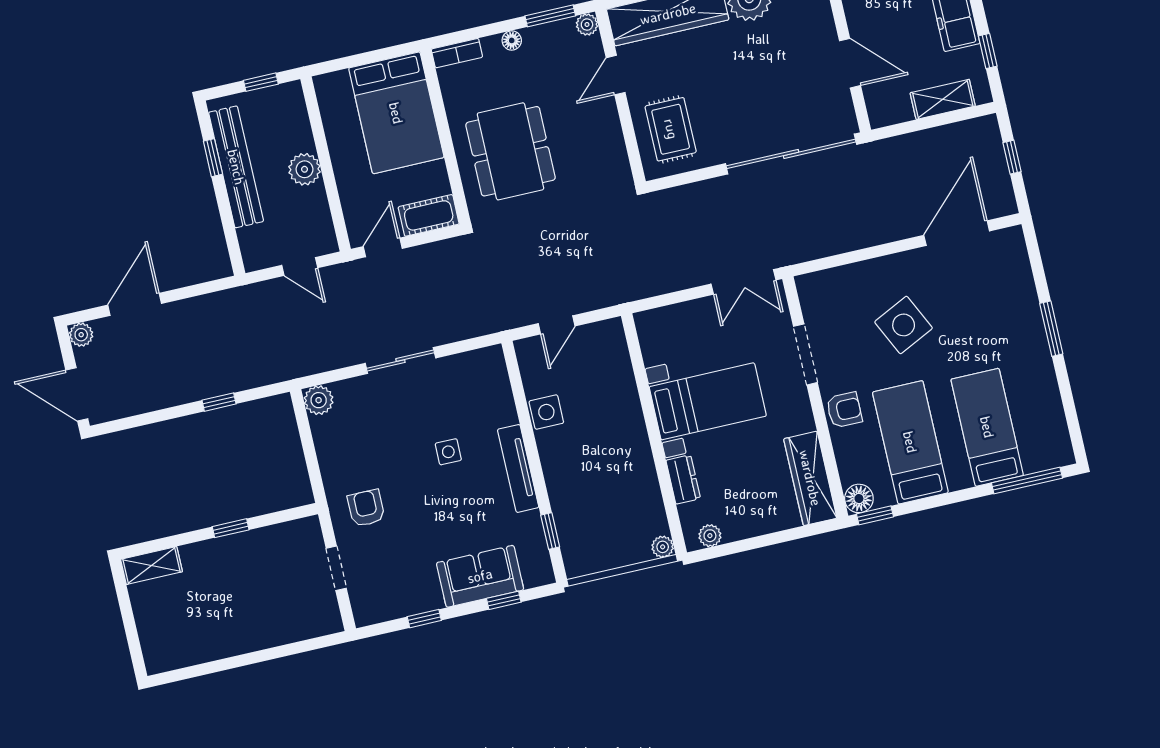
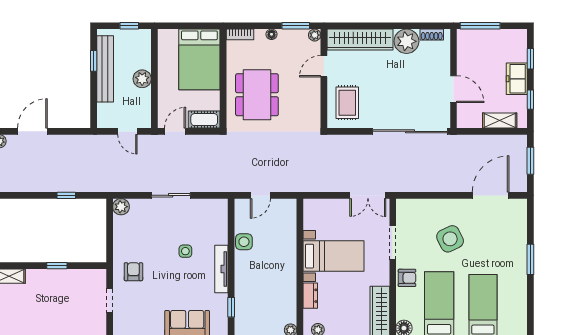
window: (1012, 157) -> (530, 161), width x1.50

